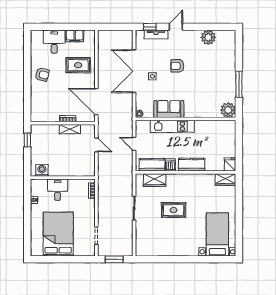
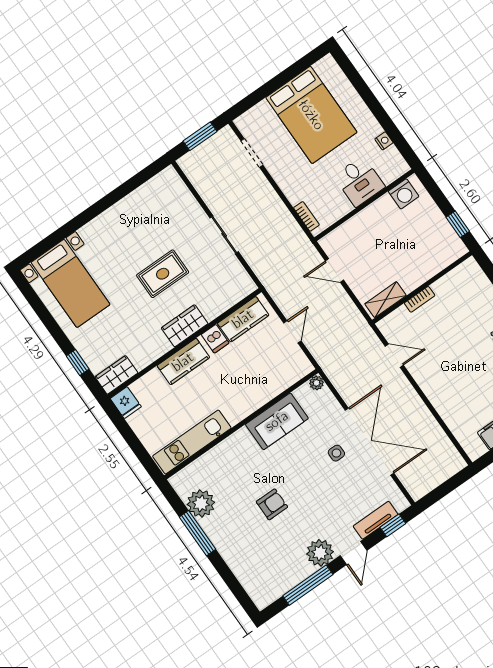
window: (206, 27) -> (308, 585), added
plant: (208, 37) -> (320, 553), moved
rug: (78, 65) -> (460, 391), removed
armchair: (177, 66) -> (272, 504), moved
door: (96, 102) -> (394, 356), width x0.53
plant: (228, 110) -> (201, 503), moved
kitchen unit: (172, 126) -> (192, 442), moved
shelving: (70, 129) -> (386, 300), moved
door: (134, 144) -> (292, 332), hinge flipped
door: (96, 145) -> (334, 271), moved
wardrobe: (155, 180) -> (185, 326), moved
window: (239, 197) -> (78, 362), added

